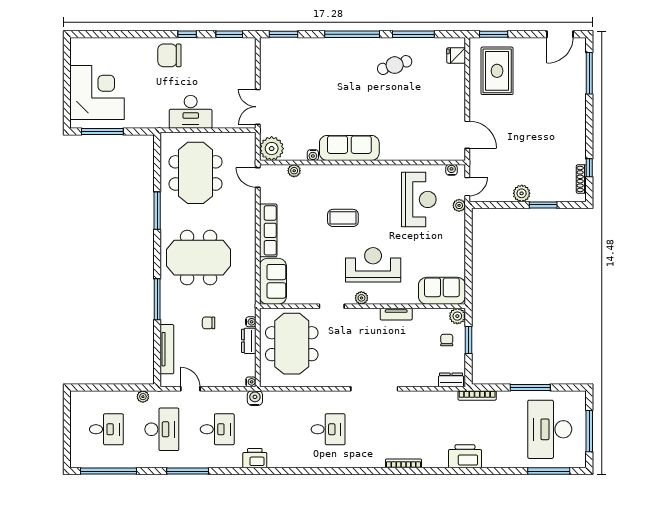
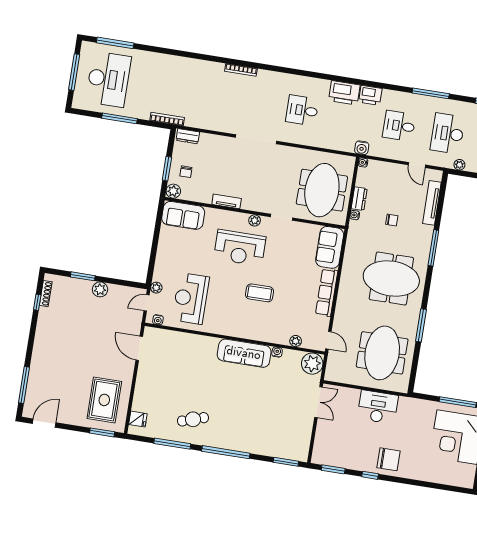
printer: (465, 456) -> (344, 93), moved

